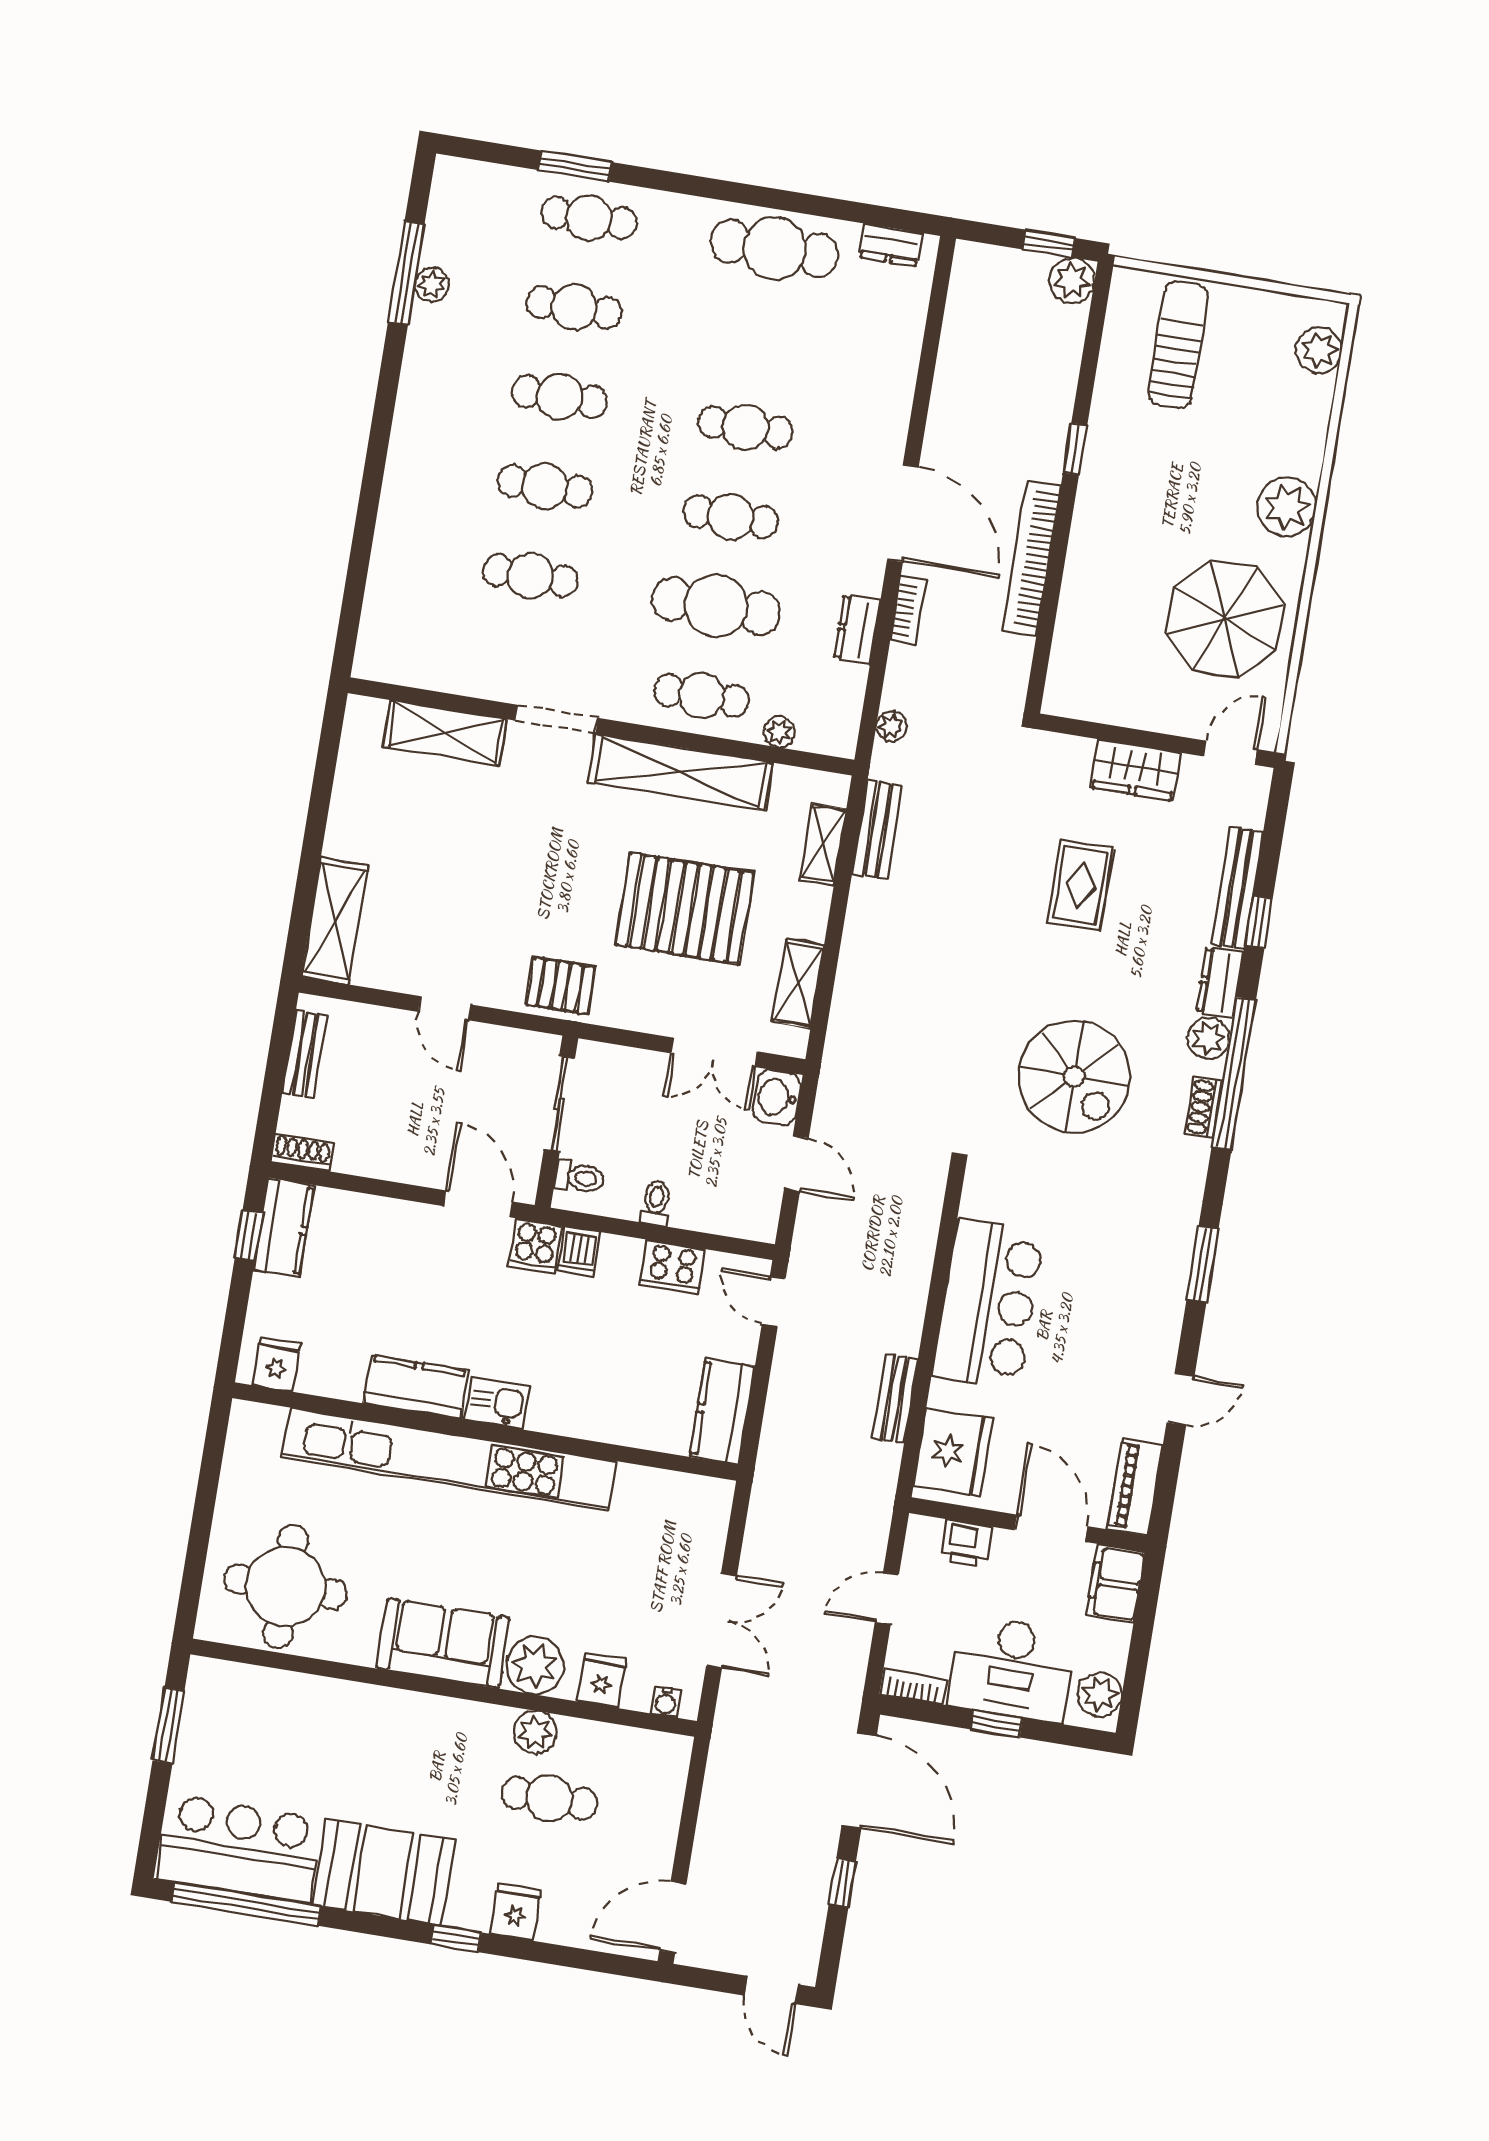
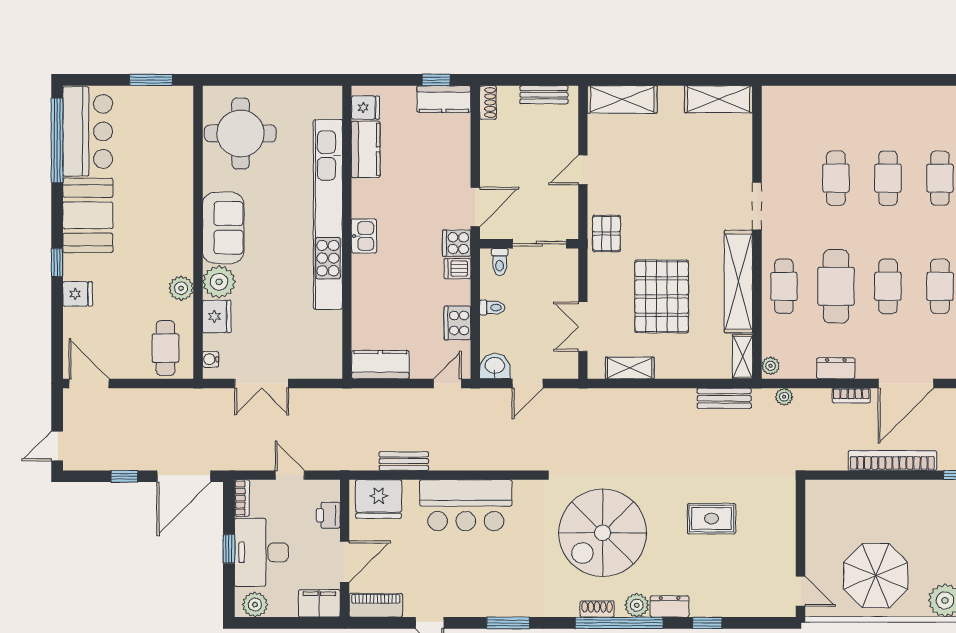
plant: (779, 732) -> (770, 366), moved
shelving: (445, 733) -> (719, 99), moved, turned 90
wardrobe: (1135, 770) -> (782, 539), removed
shelving: (823, 845) -> (742, 357), moved, turned 90
bench: (1237, 888) -> (725, 608), removed
spiral stairs: (1074, 1077) -> (603, 533), width x1.37, depth x1.37
washbasin: (777, 1097) -> (495, 366), moved
kitchen counter: (416, 1387) -> (366, 149), moved
fridge: (602, 1680) -> (217, 317), width x1.38
cafe table: (549, 1798) -> (166, 348), moved

